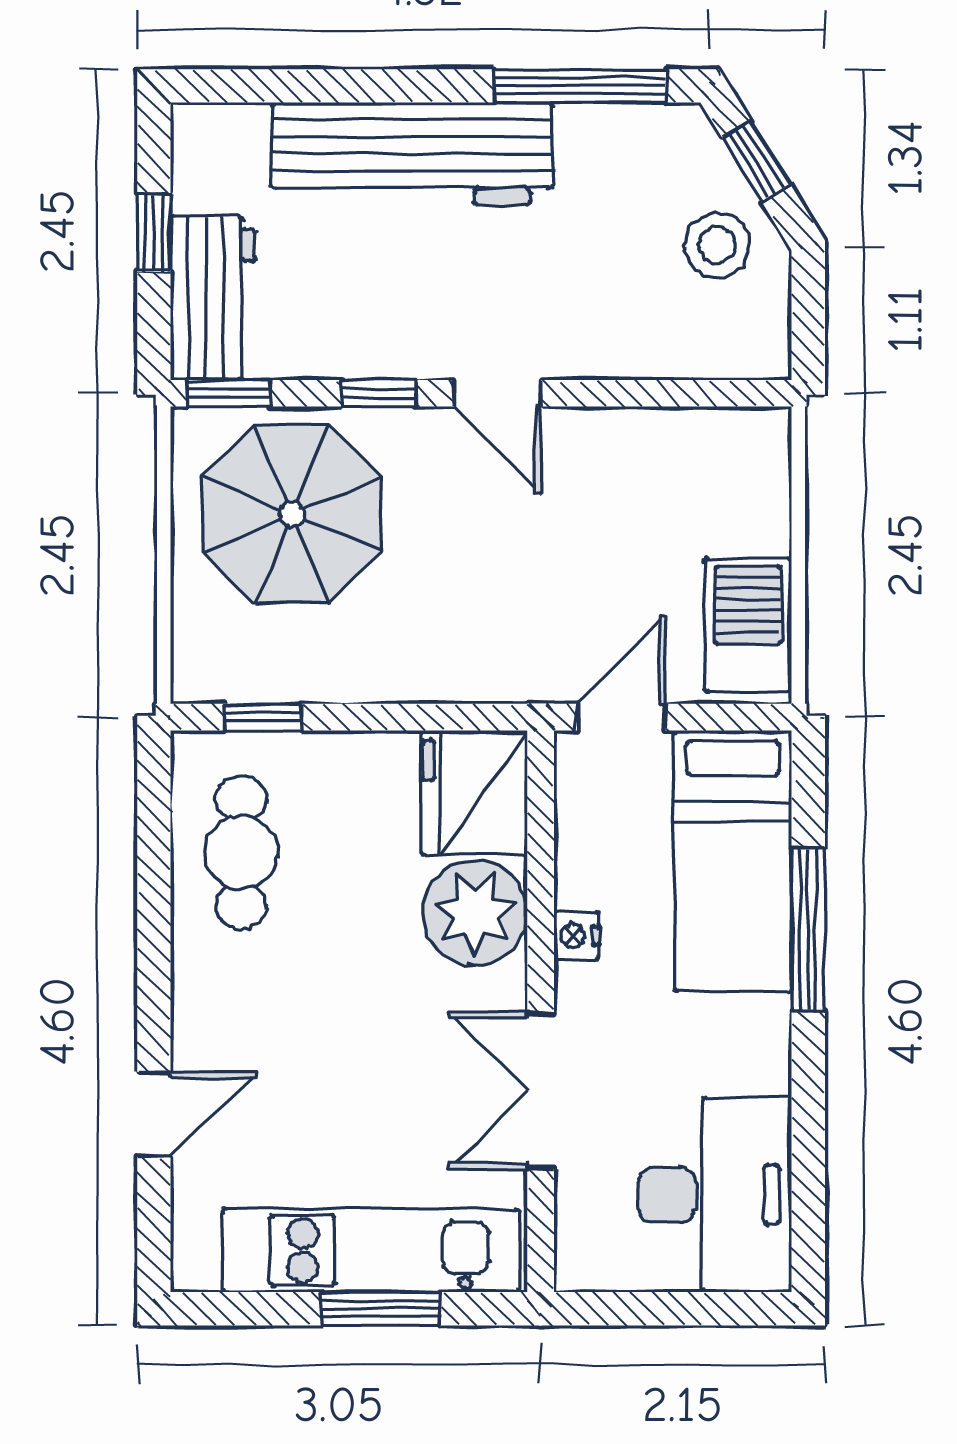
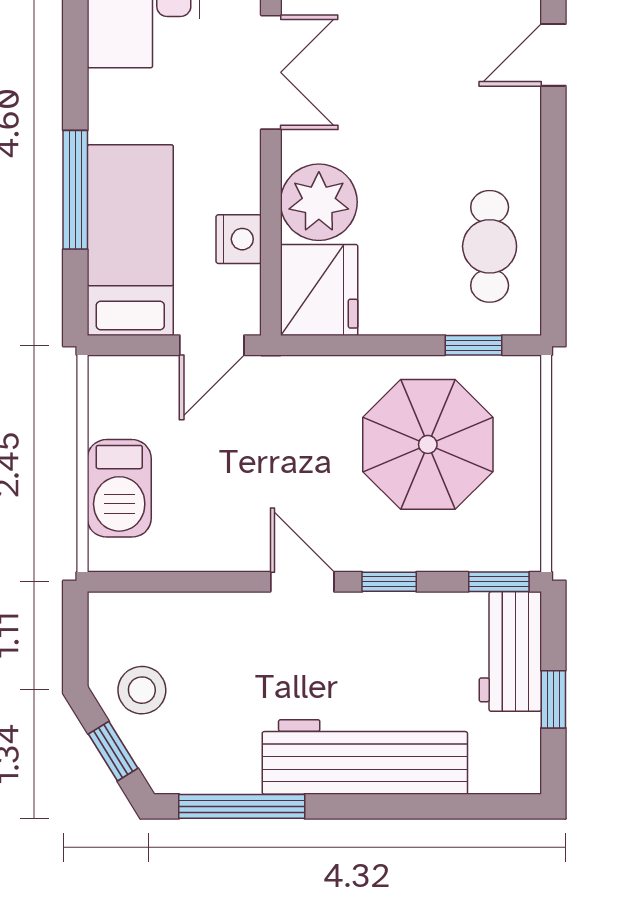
parasol: (292, 514) -> (428, 444), moved
barbecue: (748, 625) -> (119, 488), moved
nightstand: (577, 935) -> (239, 239), moved, width x1.39, depth x1.35

